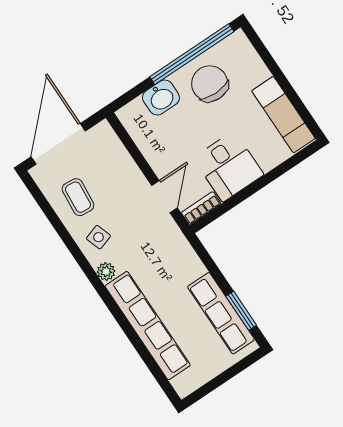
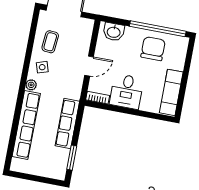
washbasin: (161, 98) -> (114, 32), moved
door: (164, 197) -> (89, 66), moved
row of seats: (221, 313) -> (67, 124), moved

